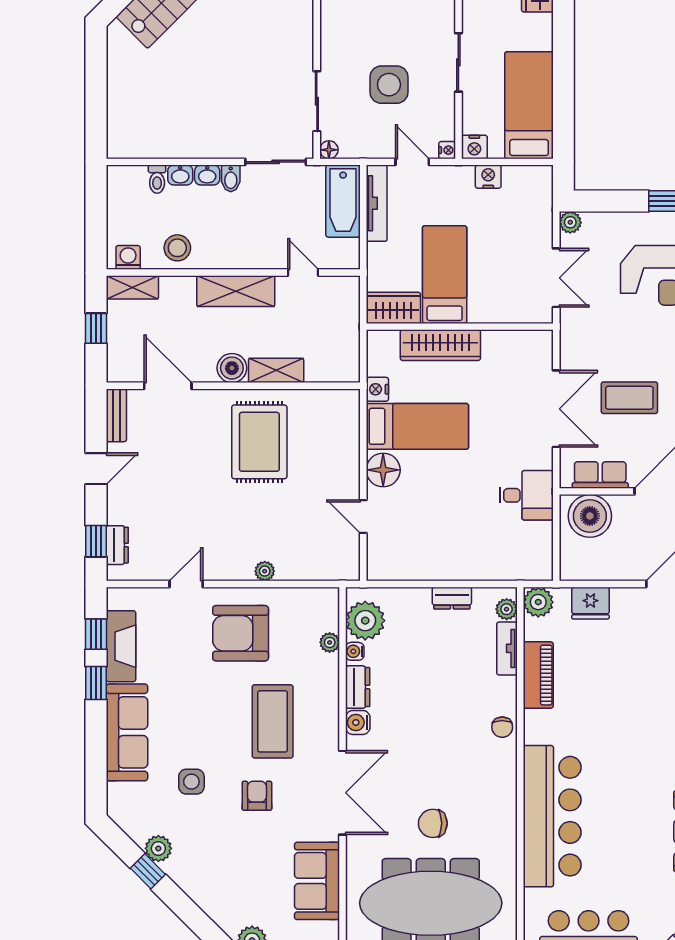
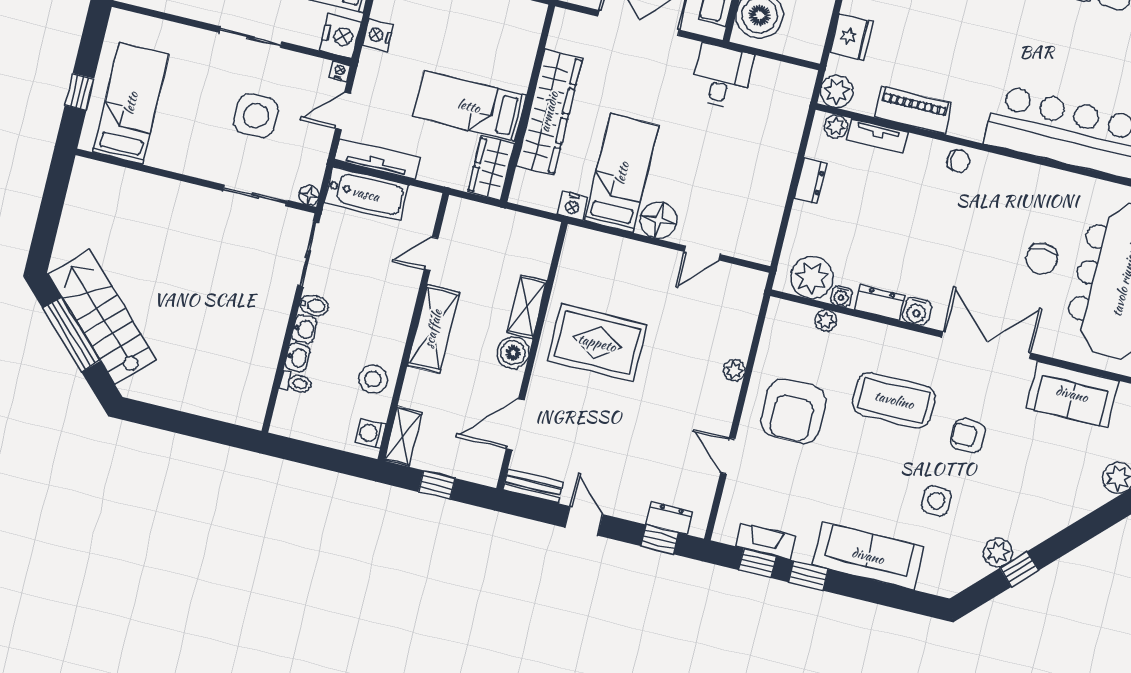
nightstand: (474, 147) -> (340, 36), width x1.36, depth x1.33
wardrobe: (440, 345) -> (549, 112), width x1.40, depth x1.17
fireplace: (121, 646) -> (765, 541), width x0.73, depth x0.76

